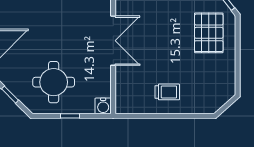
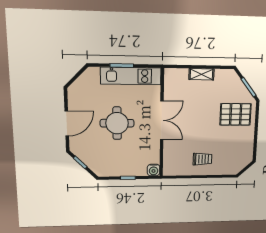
pallet: (209, 33) -> (236, 114), turned 90
round table: (54, 82) -> (117, 123), moved

